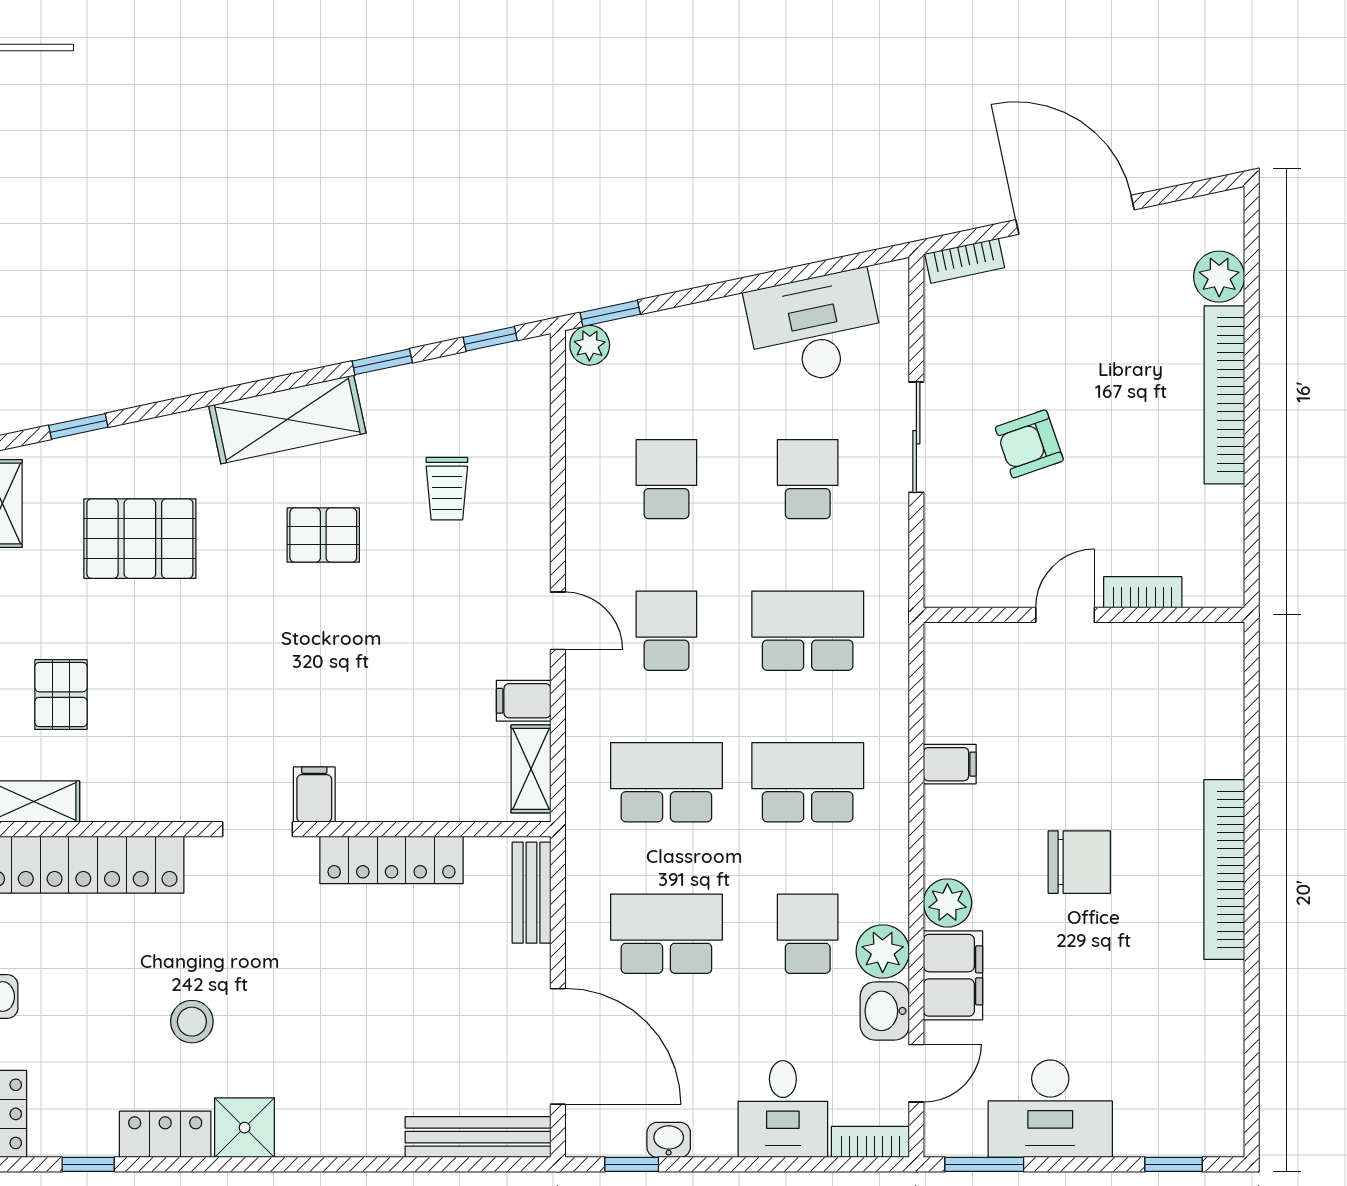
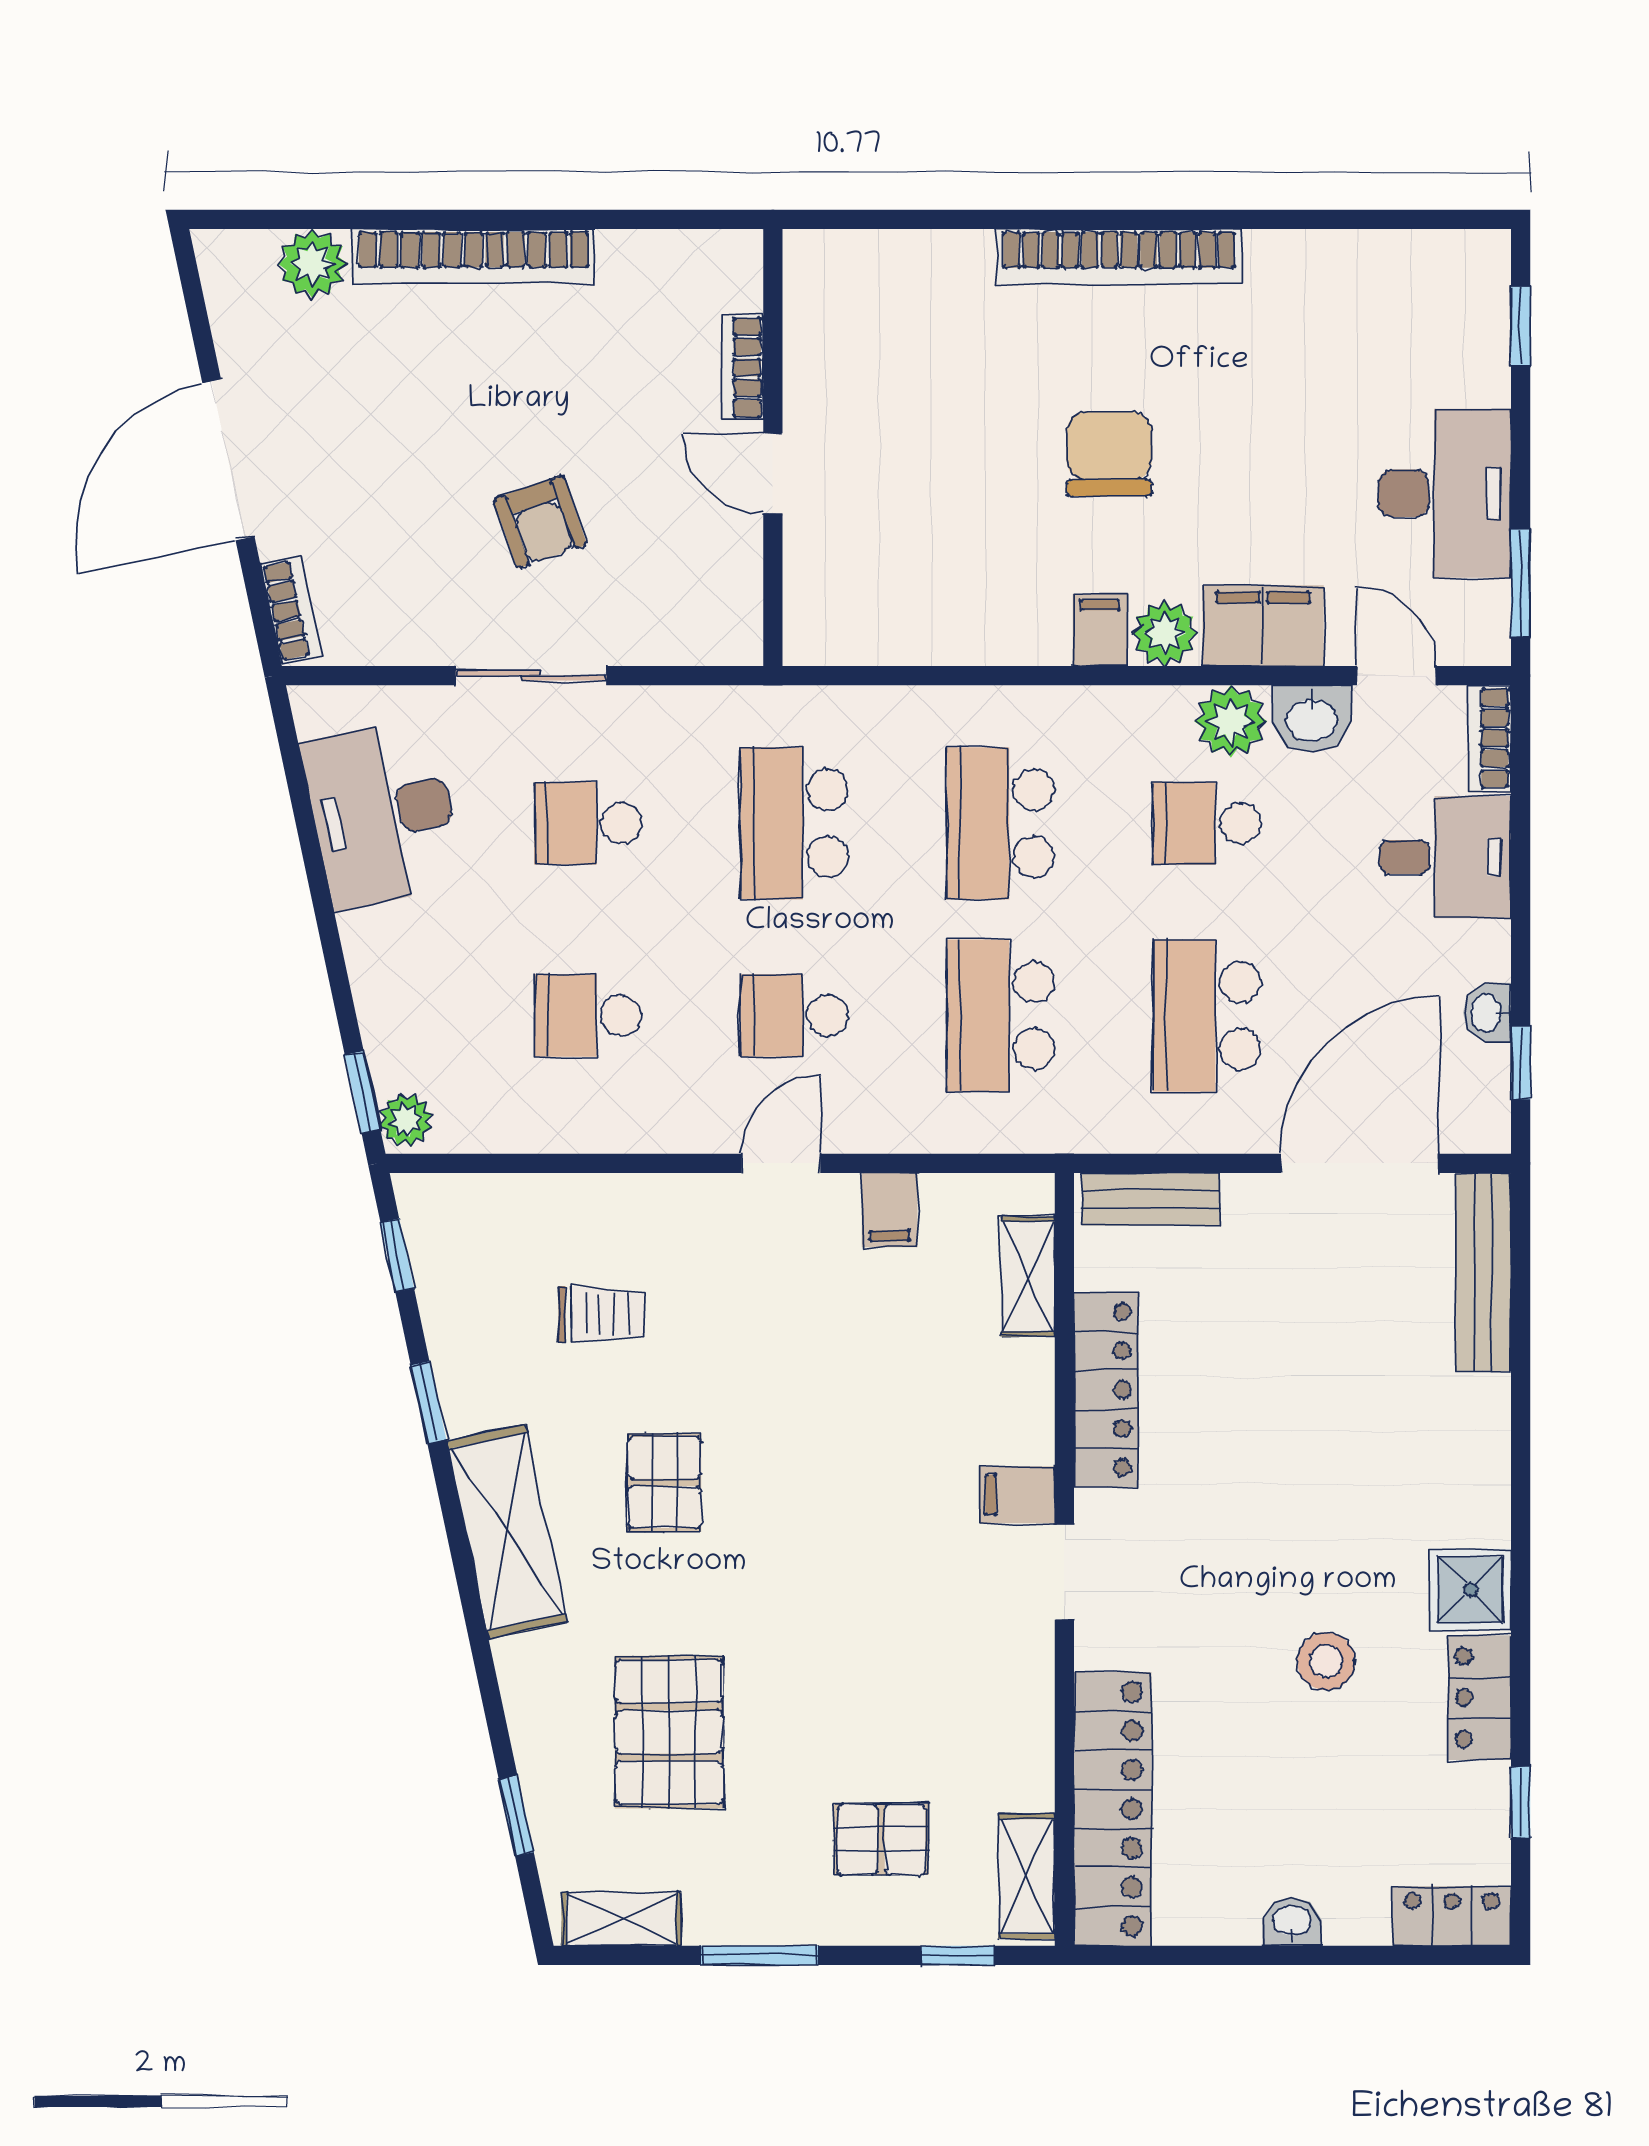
filing cabinet: (950, 764) -> (1100, 630), moved
shelving: (531, 769) -> (1028, 1277), moved, turned 90

